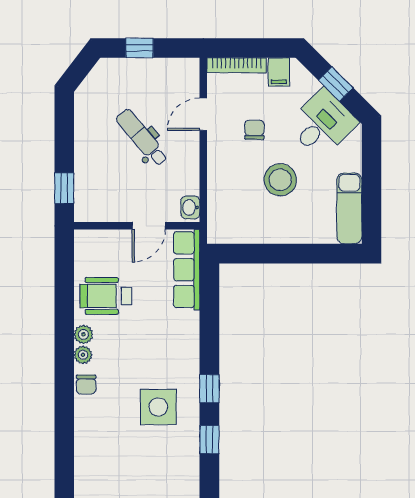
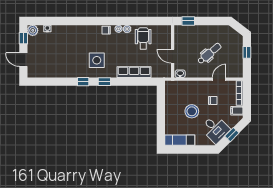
door: (203, 114) -> (219, 79), hinge flipped
row of seats: (187, 270) -> (134, 72), moved

